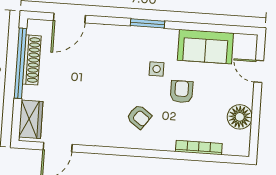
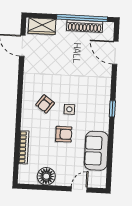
window: (148, 23) -> (112, 109), width x0.67
side table: (157, 69) -> (69, 109), moved

